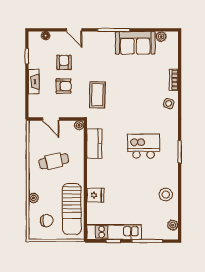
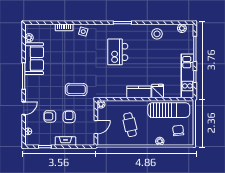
kitchen counter: (94, 144) -> (139, 92), moved

